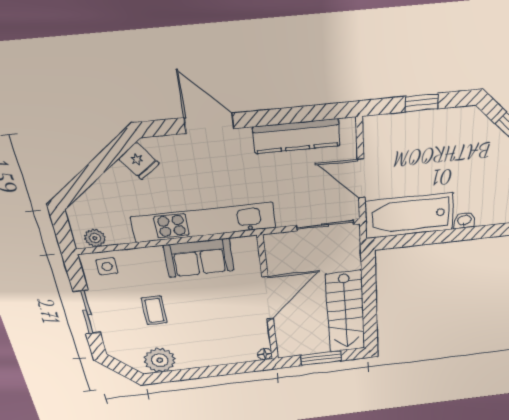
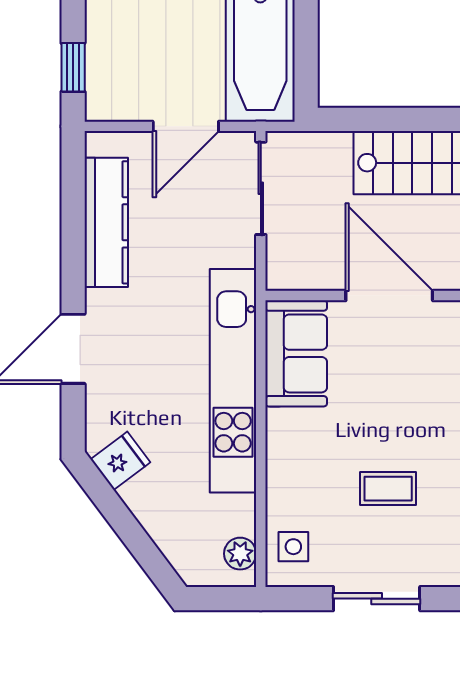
window: (422, 103) -> (73, 67), moved
sofa: (199, 258) -> (296, 353), moved

